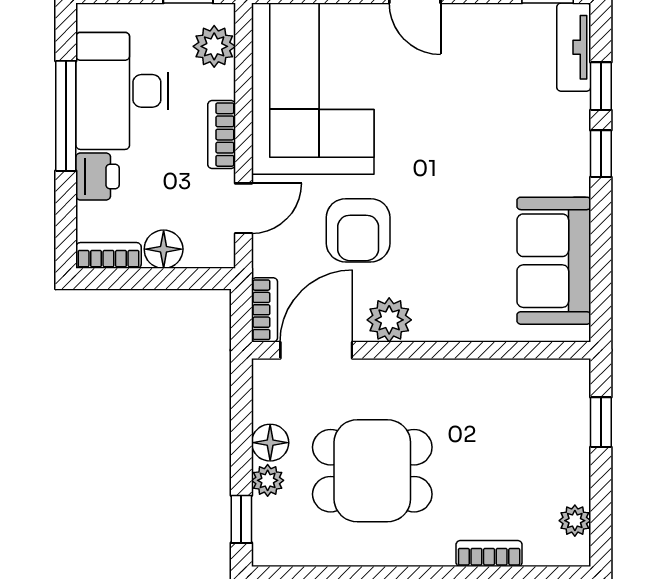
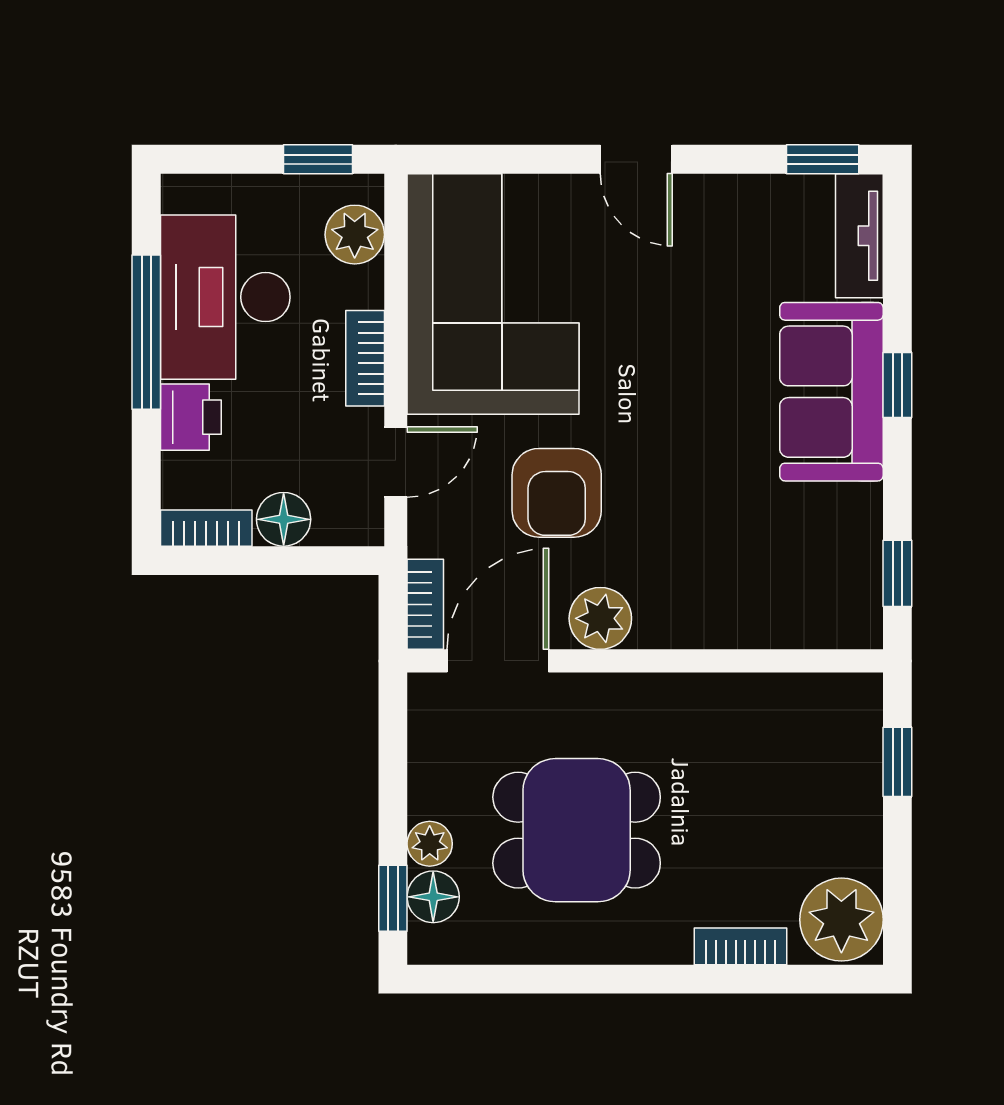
window: (601, 86) -> (897, 573), moved
sofa: (554, 261) -> (831, 392), moved
floor lamp: (270, 443) -> (433, 897), moved
plant: (575, 521) -> (841, 920), width x1.88, depth x1.88

